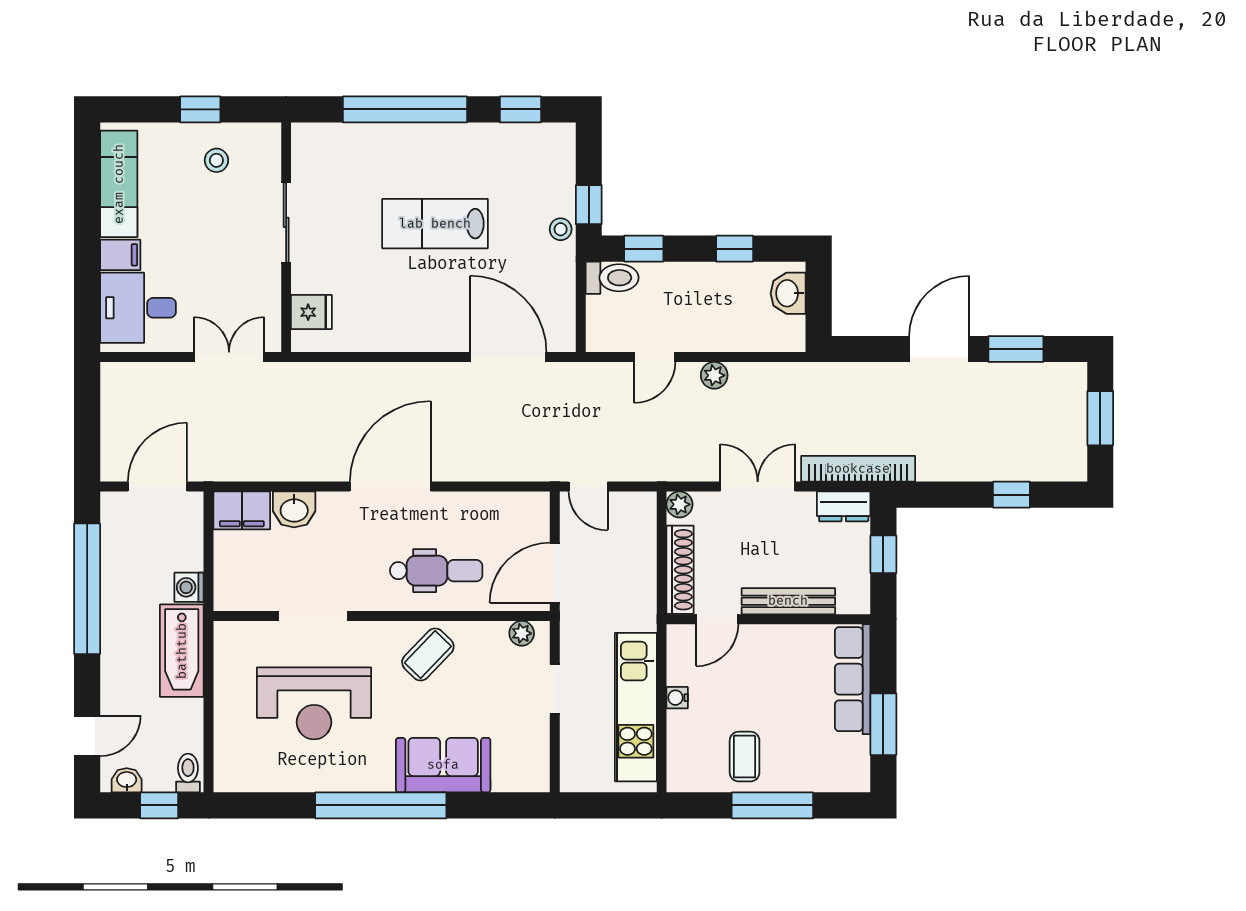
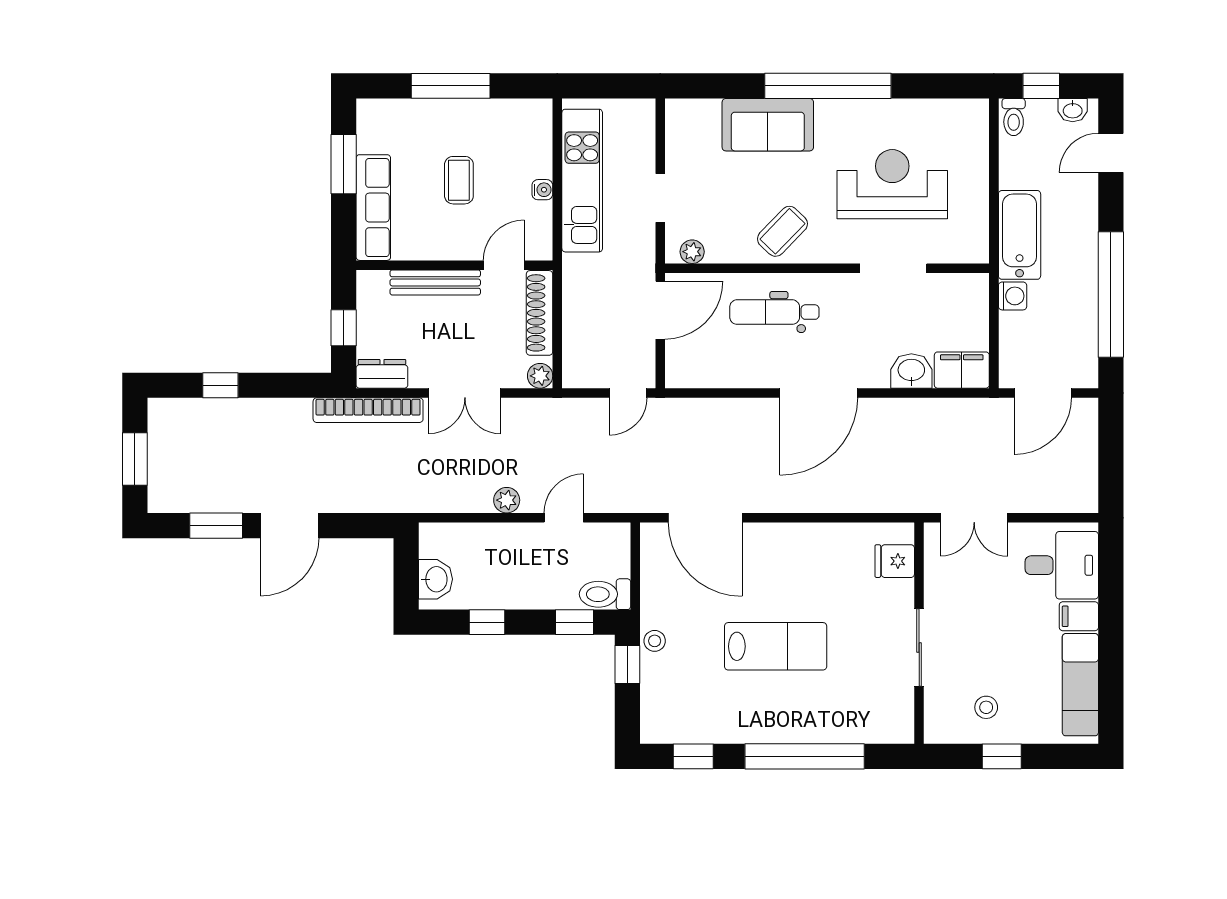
door: (588, 487) -> (628, 393), swing flipped
coffee table: (745, 757) -> (459, 180), moved

